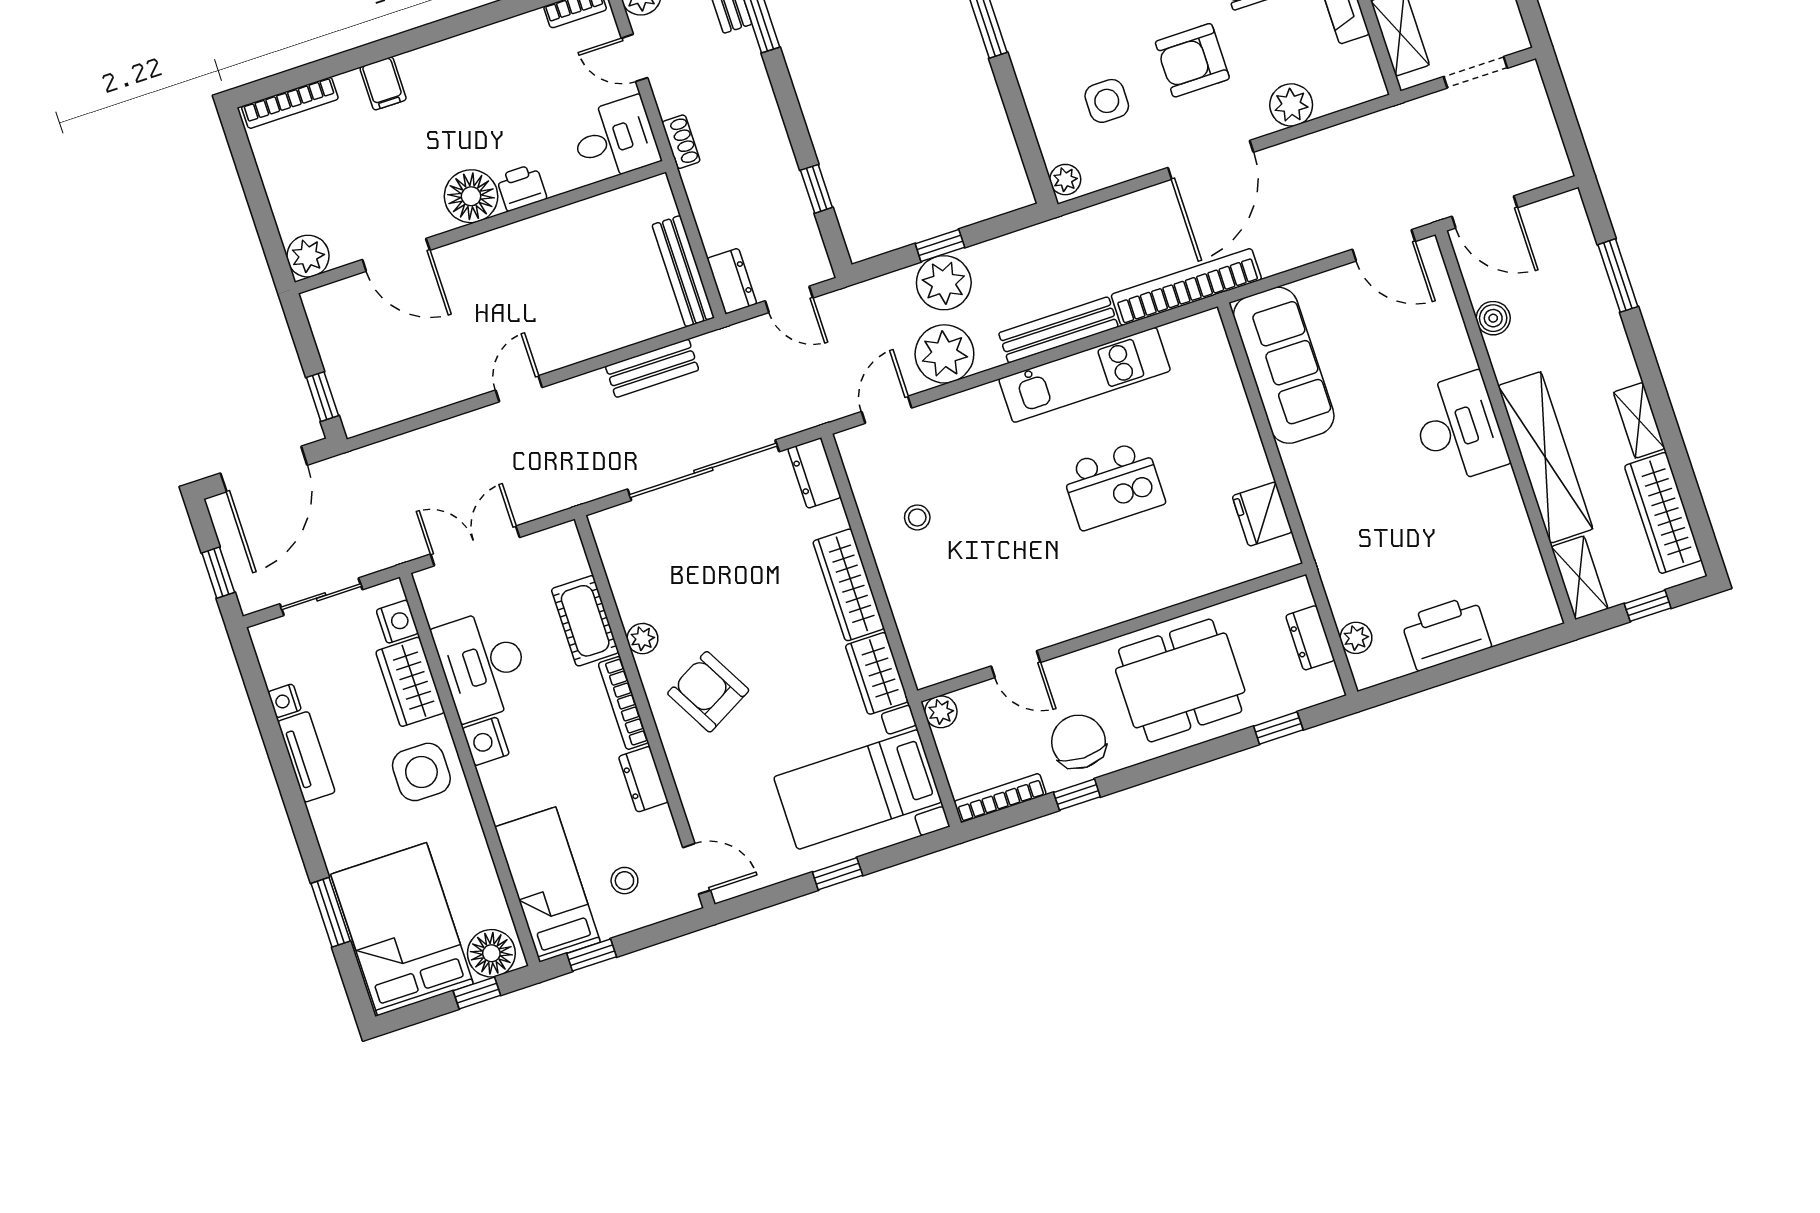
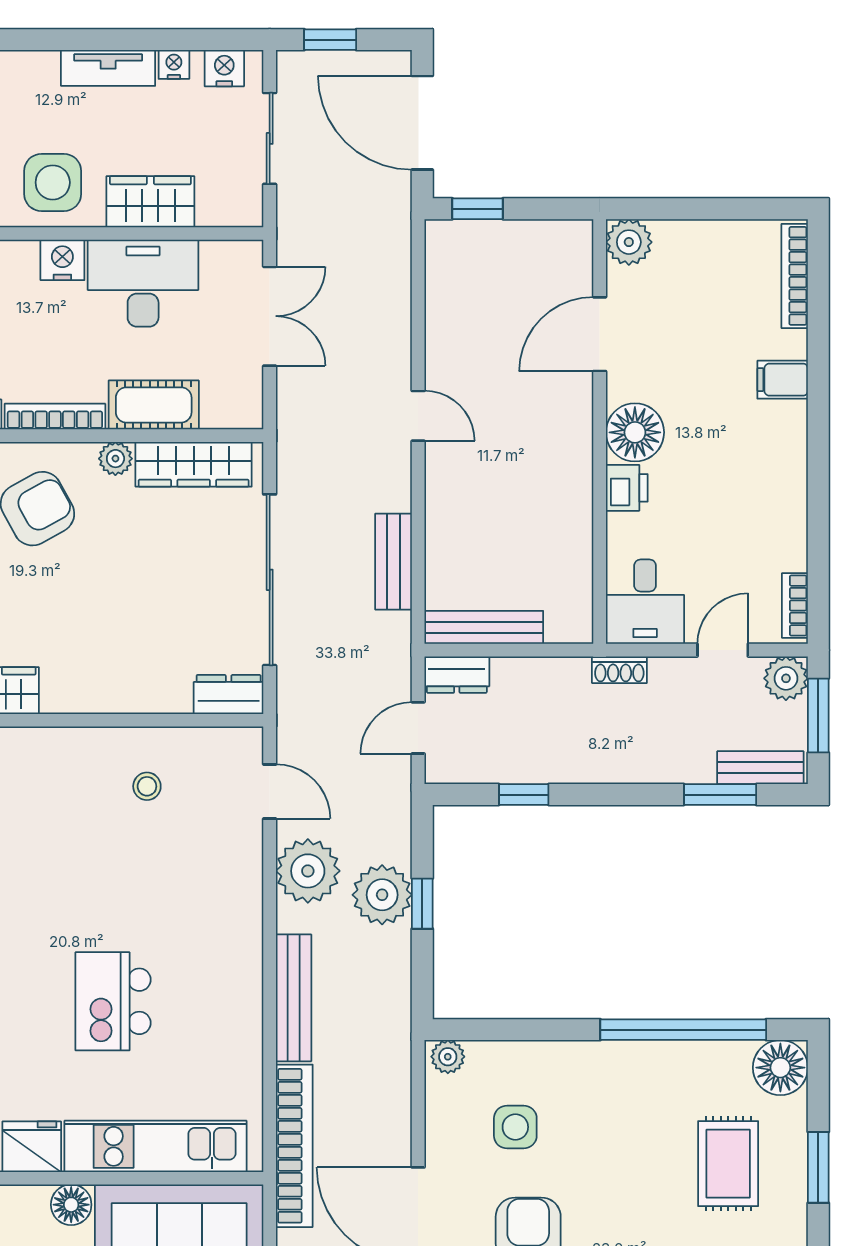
kitchen unit: (1085, 375) -> (155, 1146), moved, turned 90
floor lamp: (1301, 463) -> (71, 1205), added
wardrobe: (849, 585) -> (194, 464), moved, turned 180
nightstand: (397, 622) -> (224, 68), moved, turned 180

